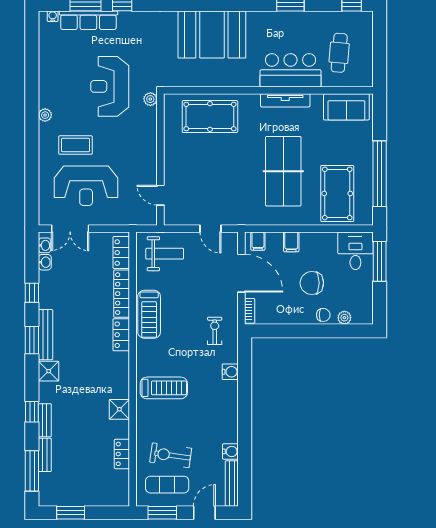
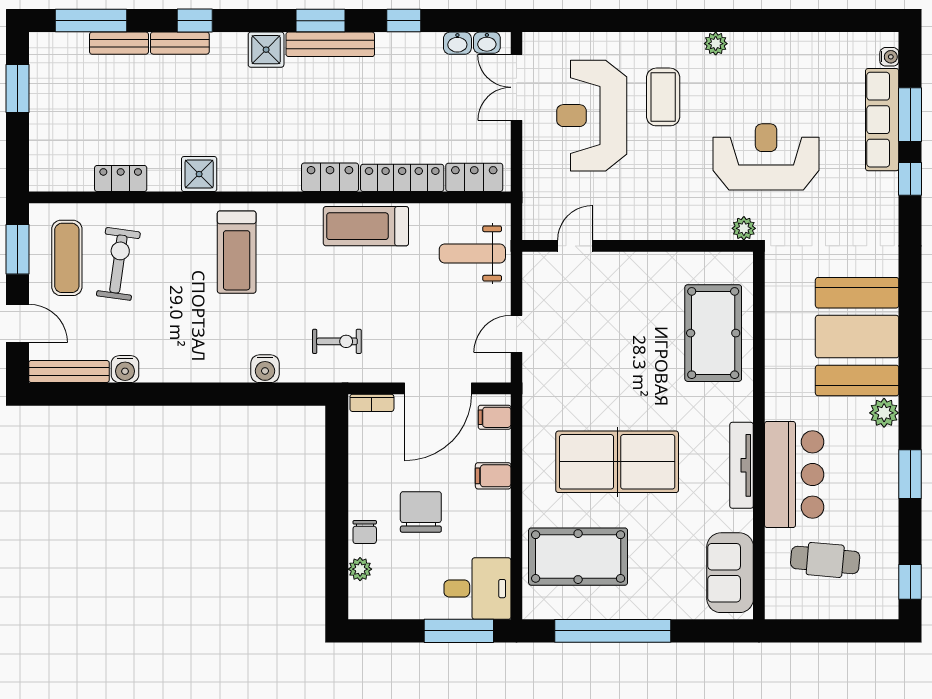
plant: (255, 19) -> (884, 413), added
weight bench: (165, 254) -> (472, 253), turned 90

